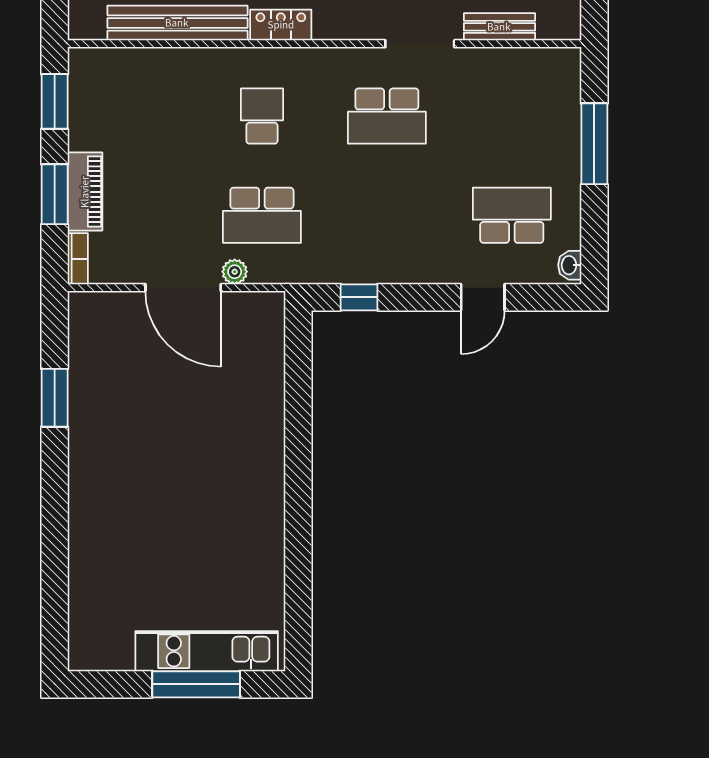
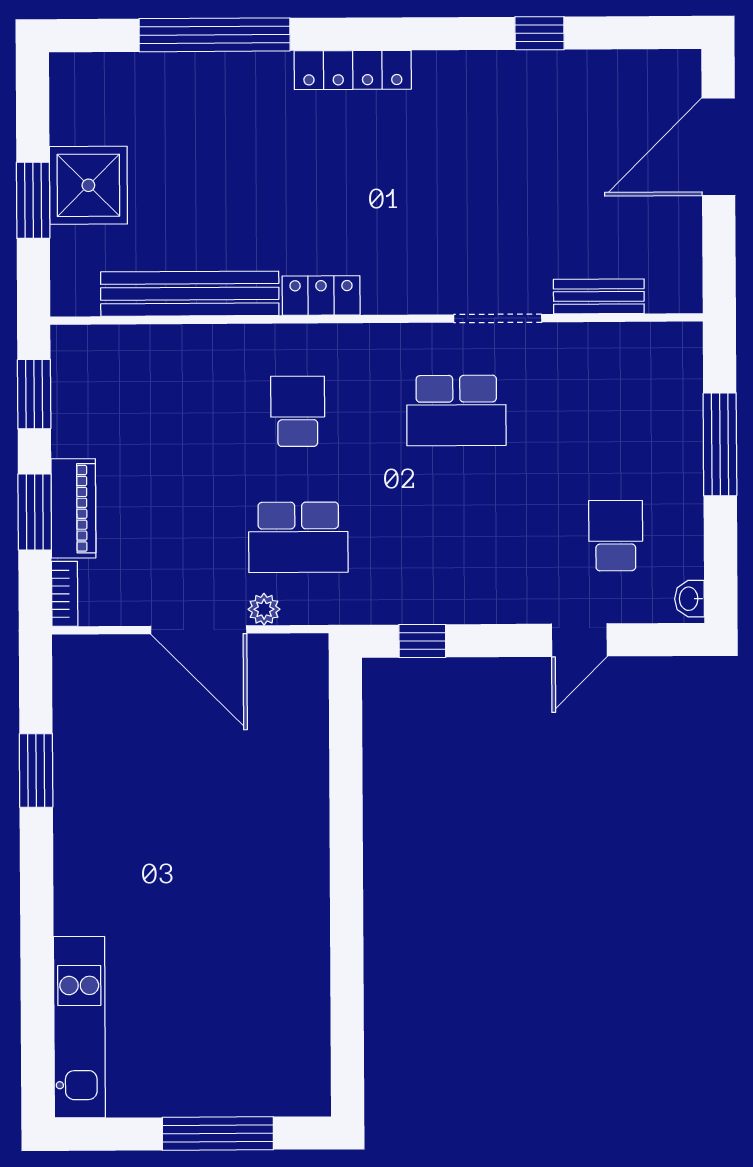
school desk: (512, 215) -> (616, 536), width x0.54
kitchen unit: (207, 651) -> (79, 1027), moved, turned 90

